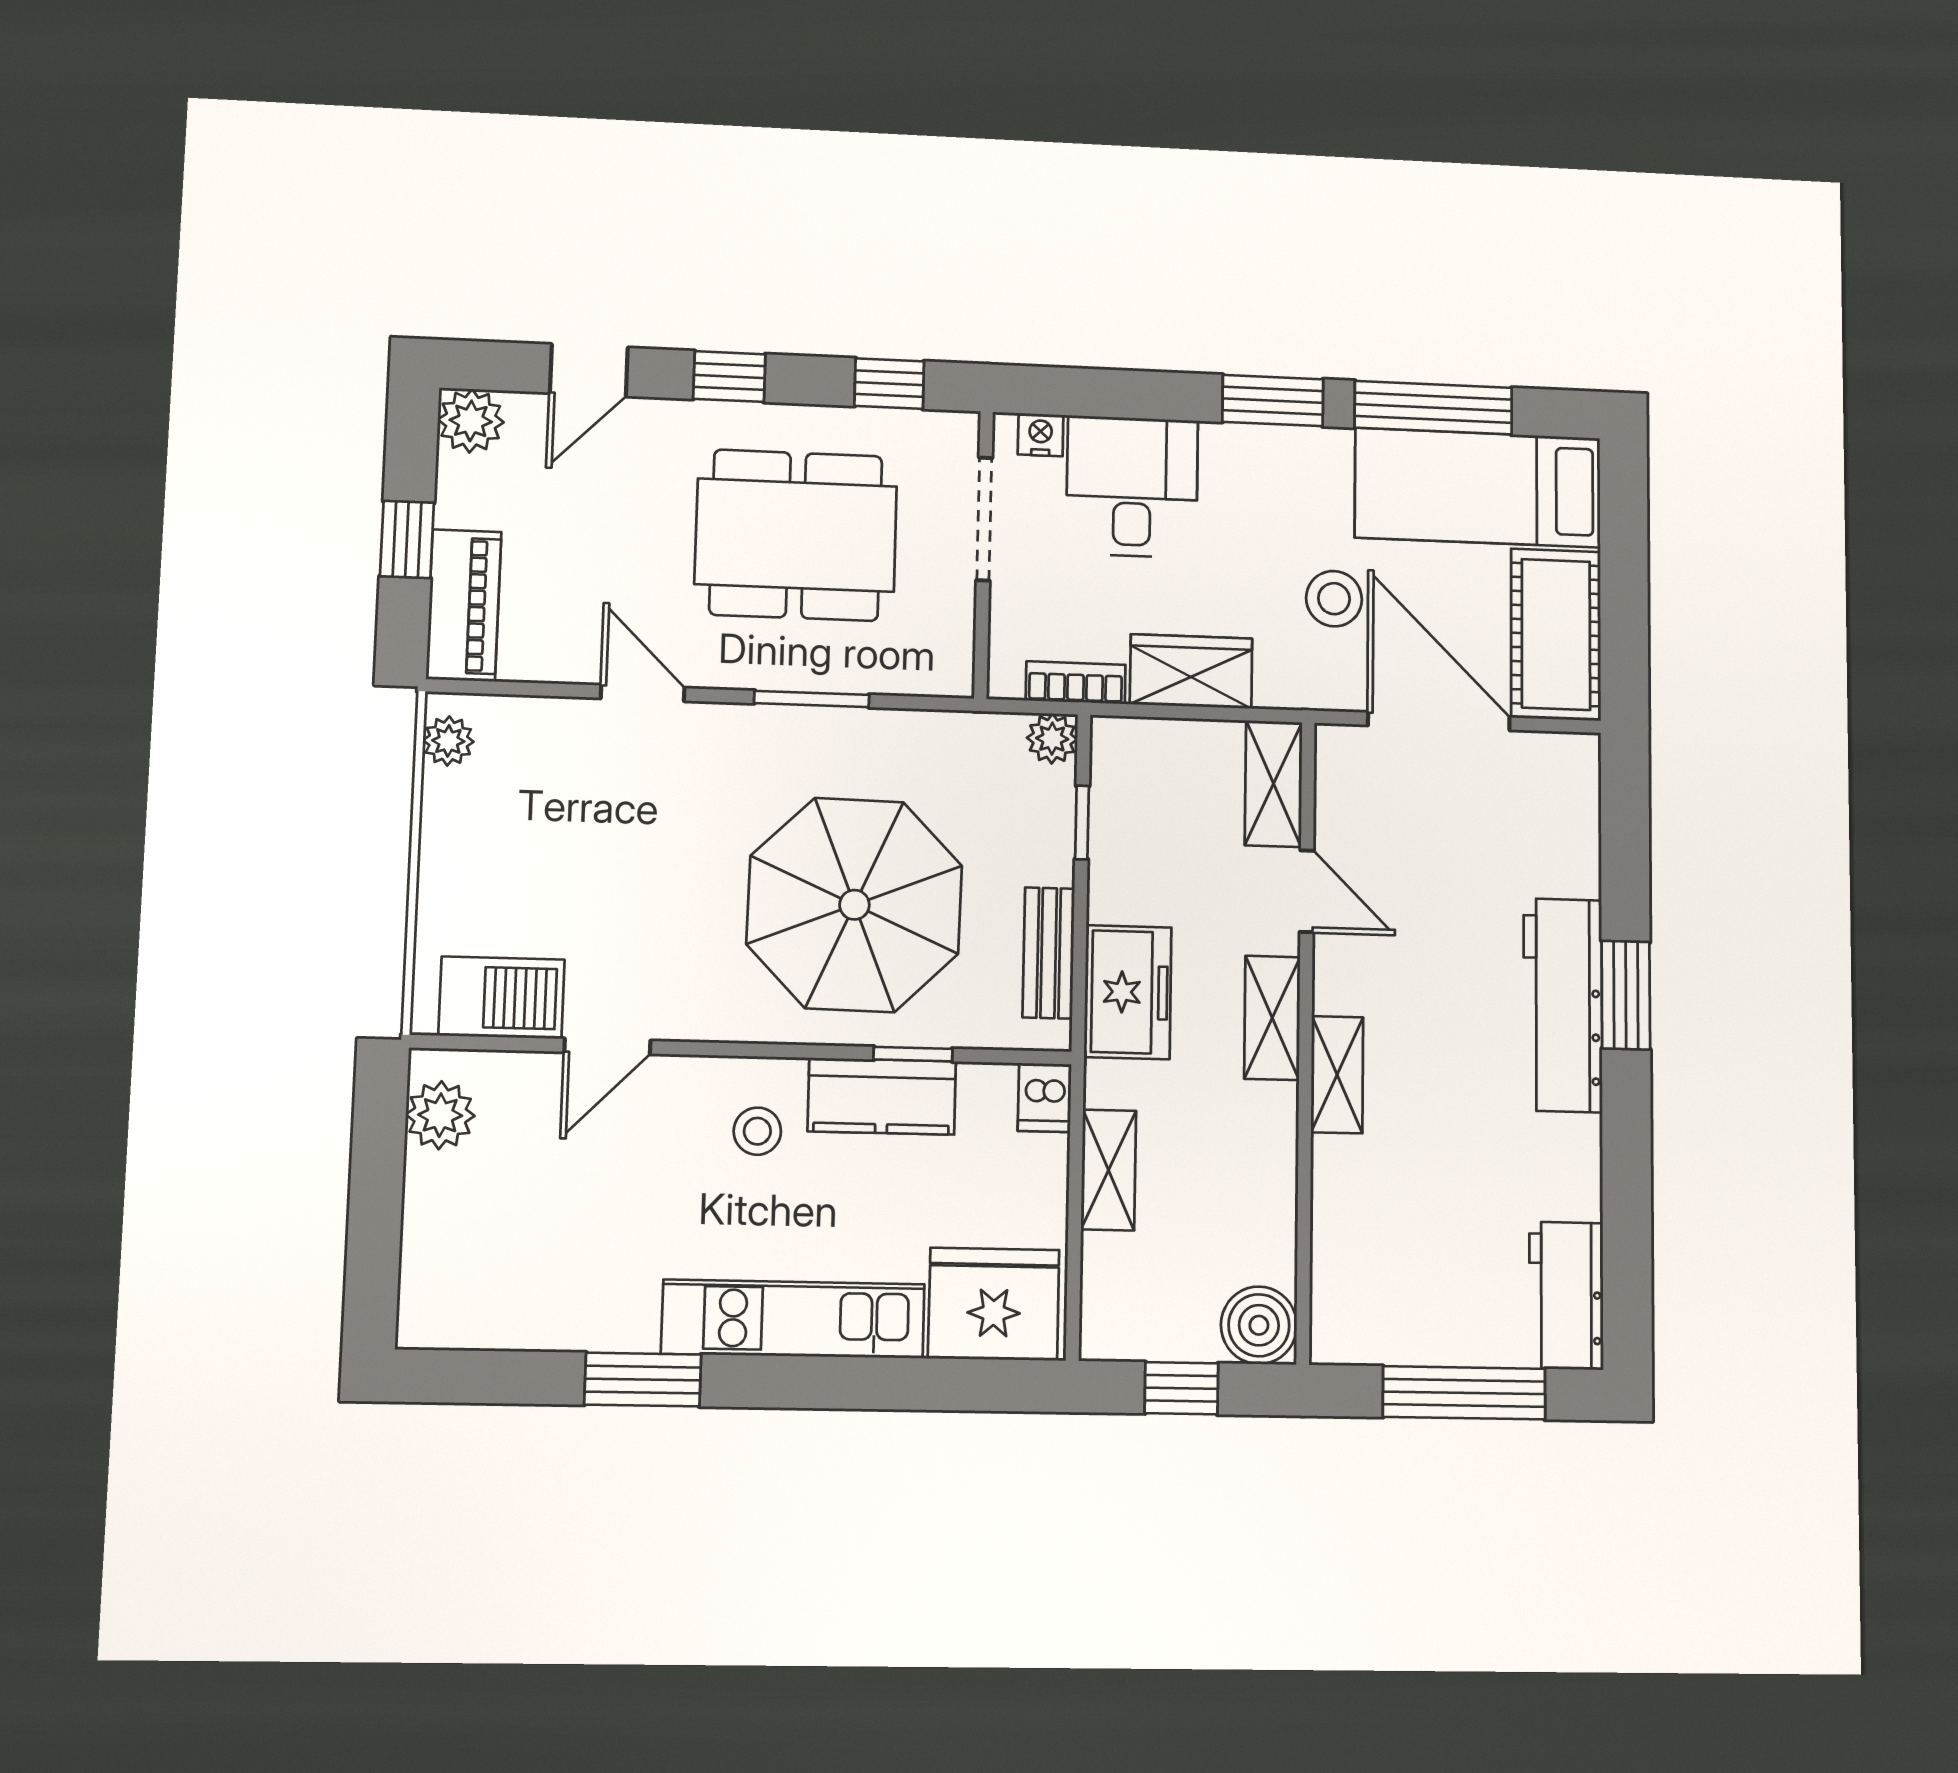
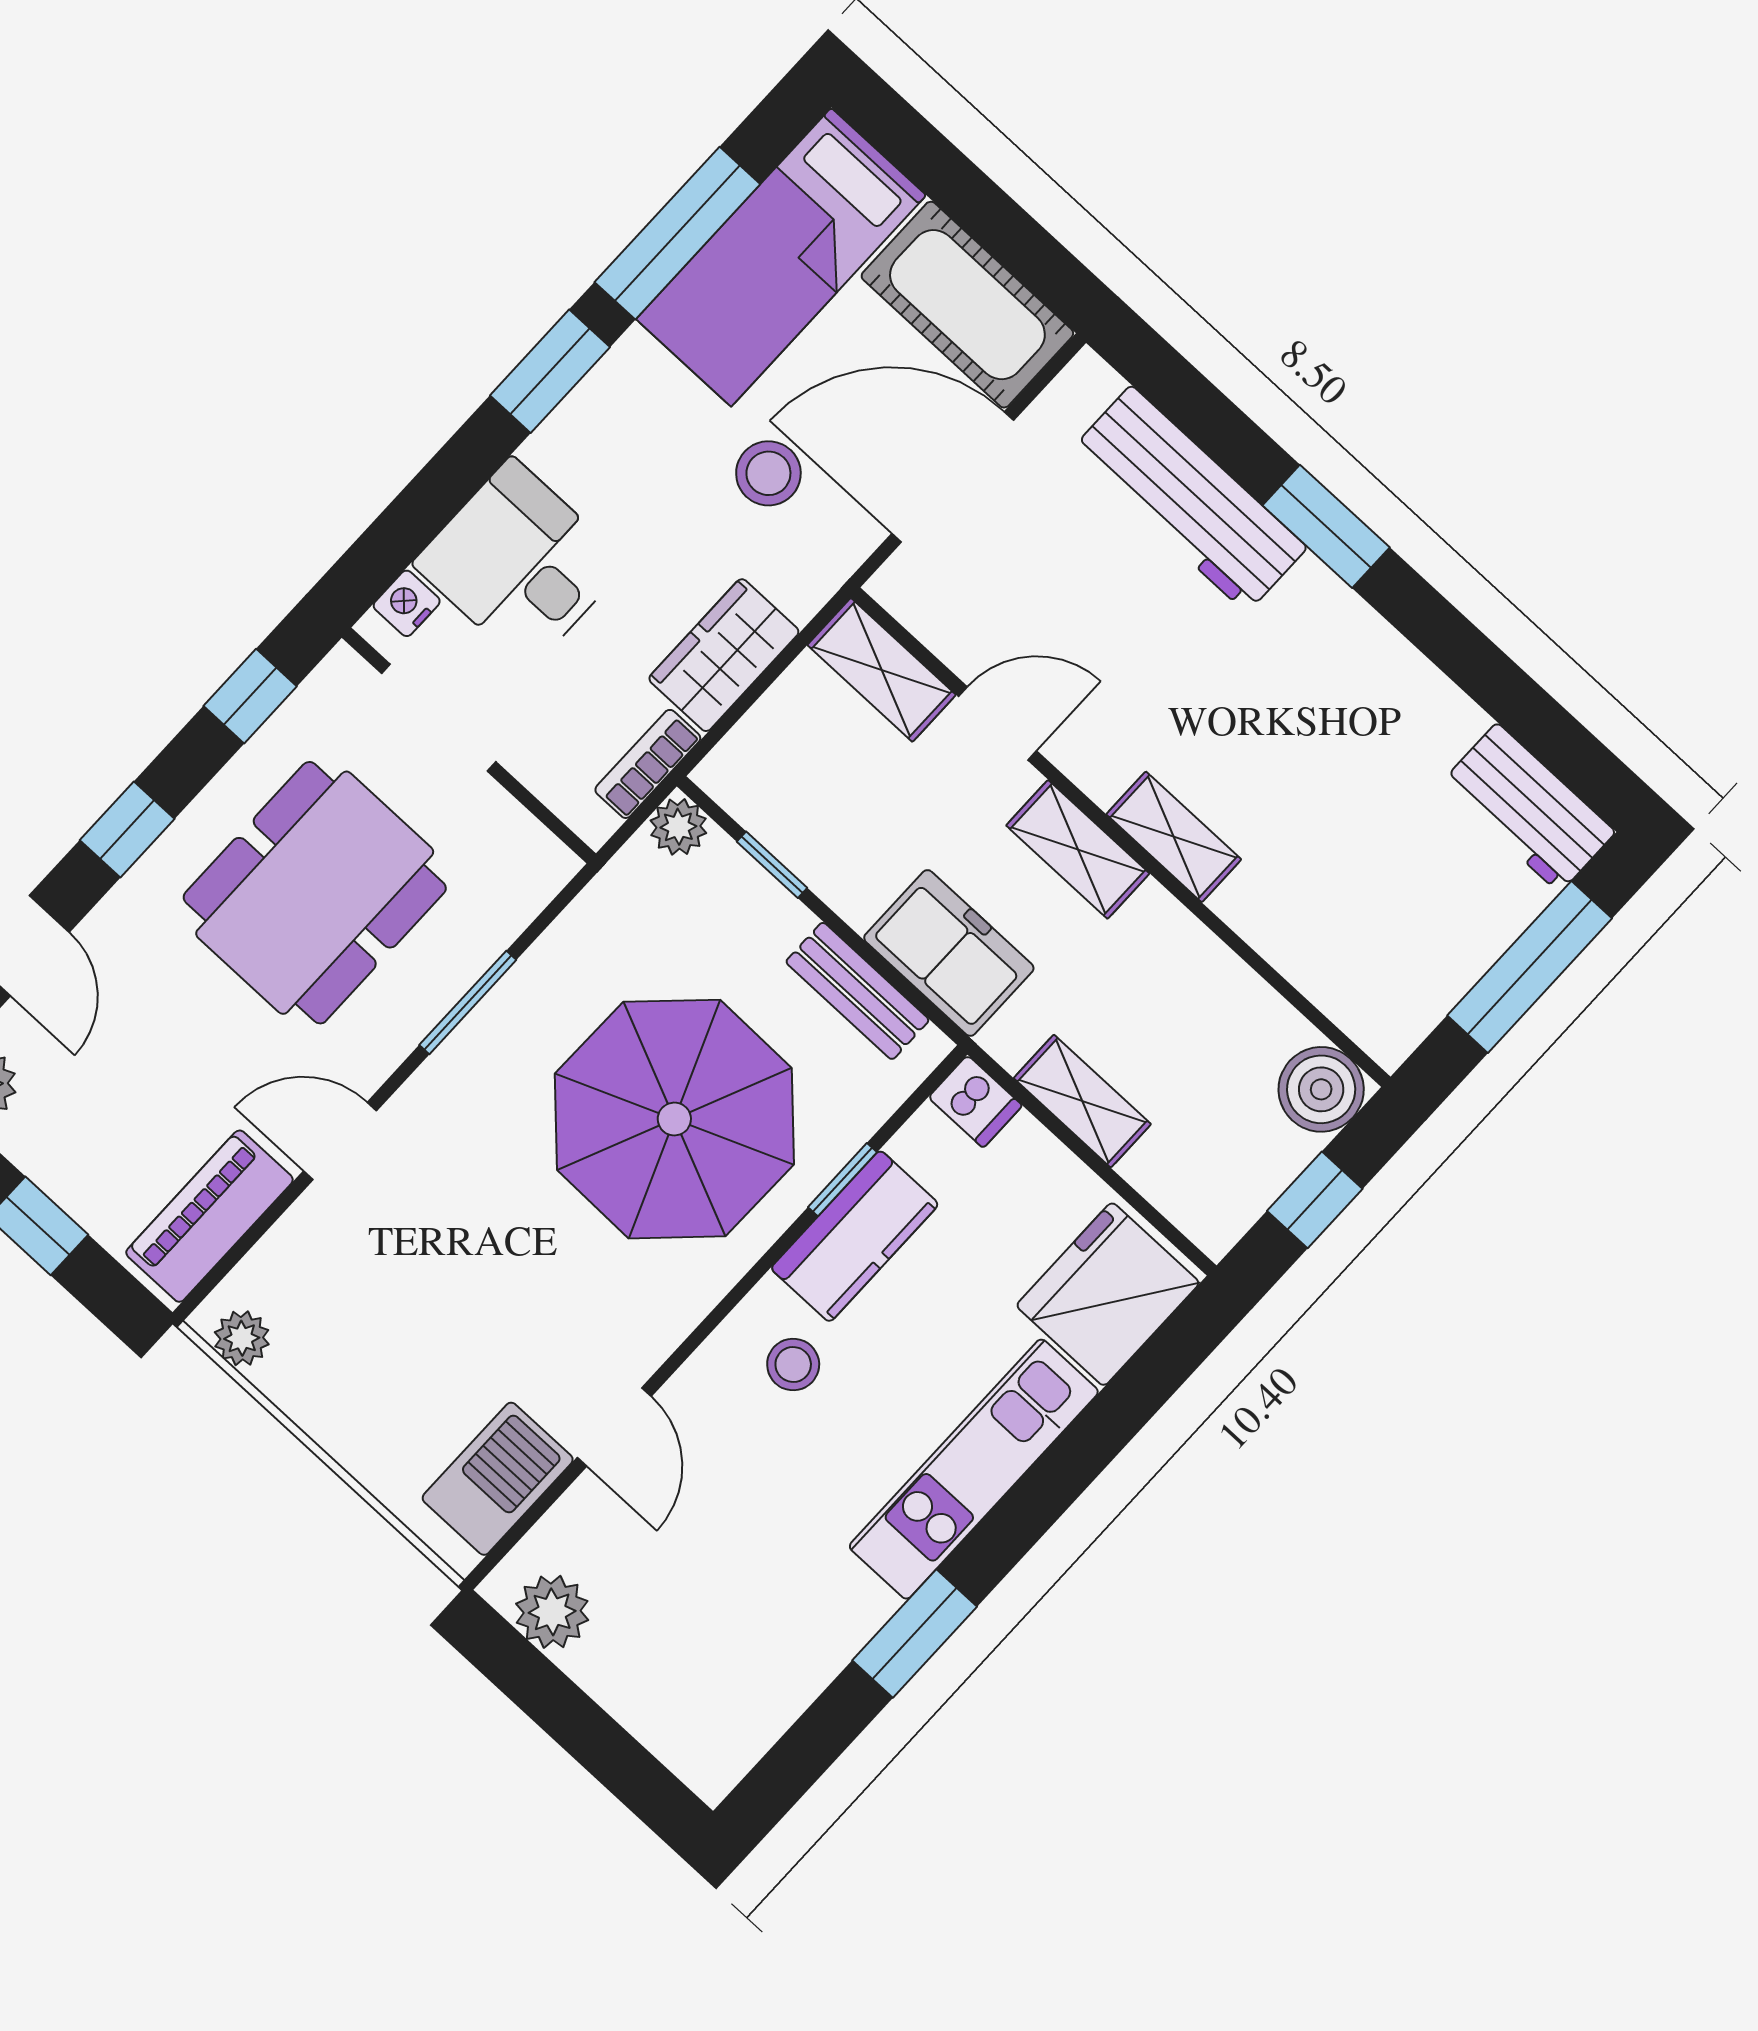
piano: (464, 605) -> (209, 1216), moved, turned -90
workbench: (1563, 1005) -> (1189, 499), moved

